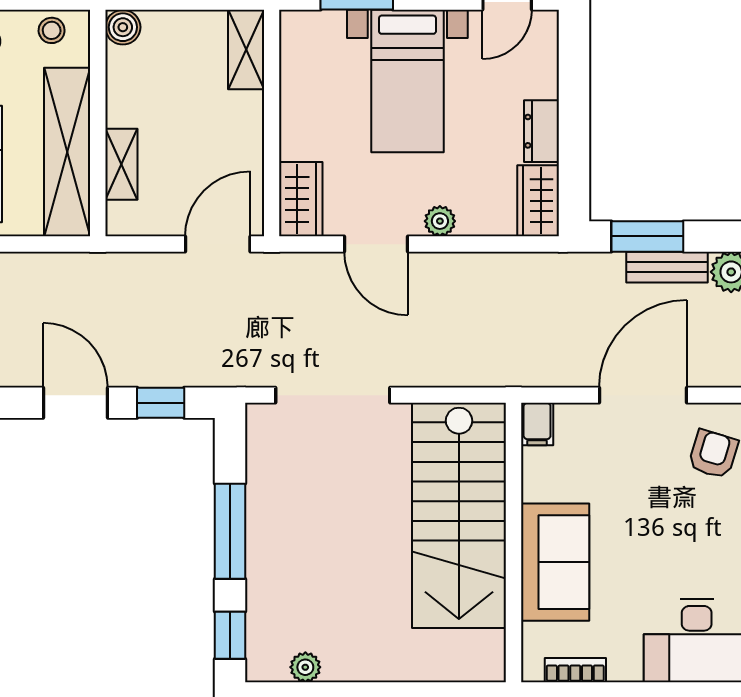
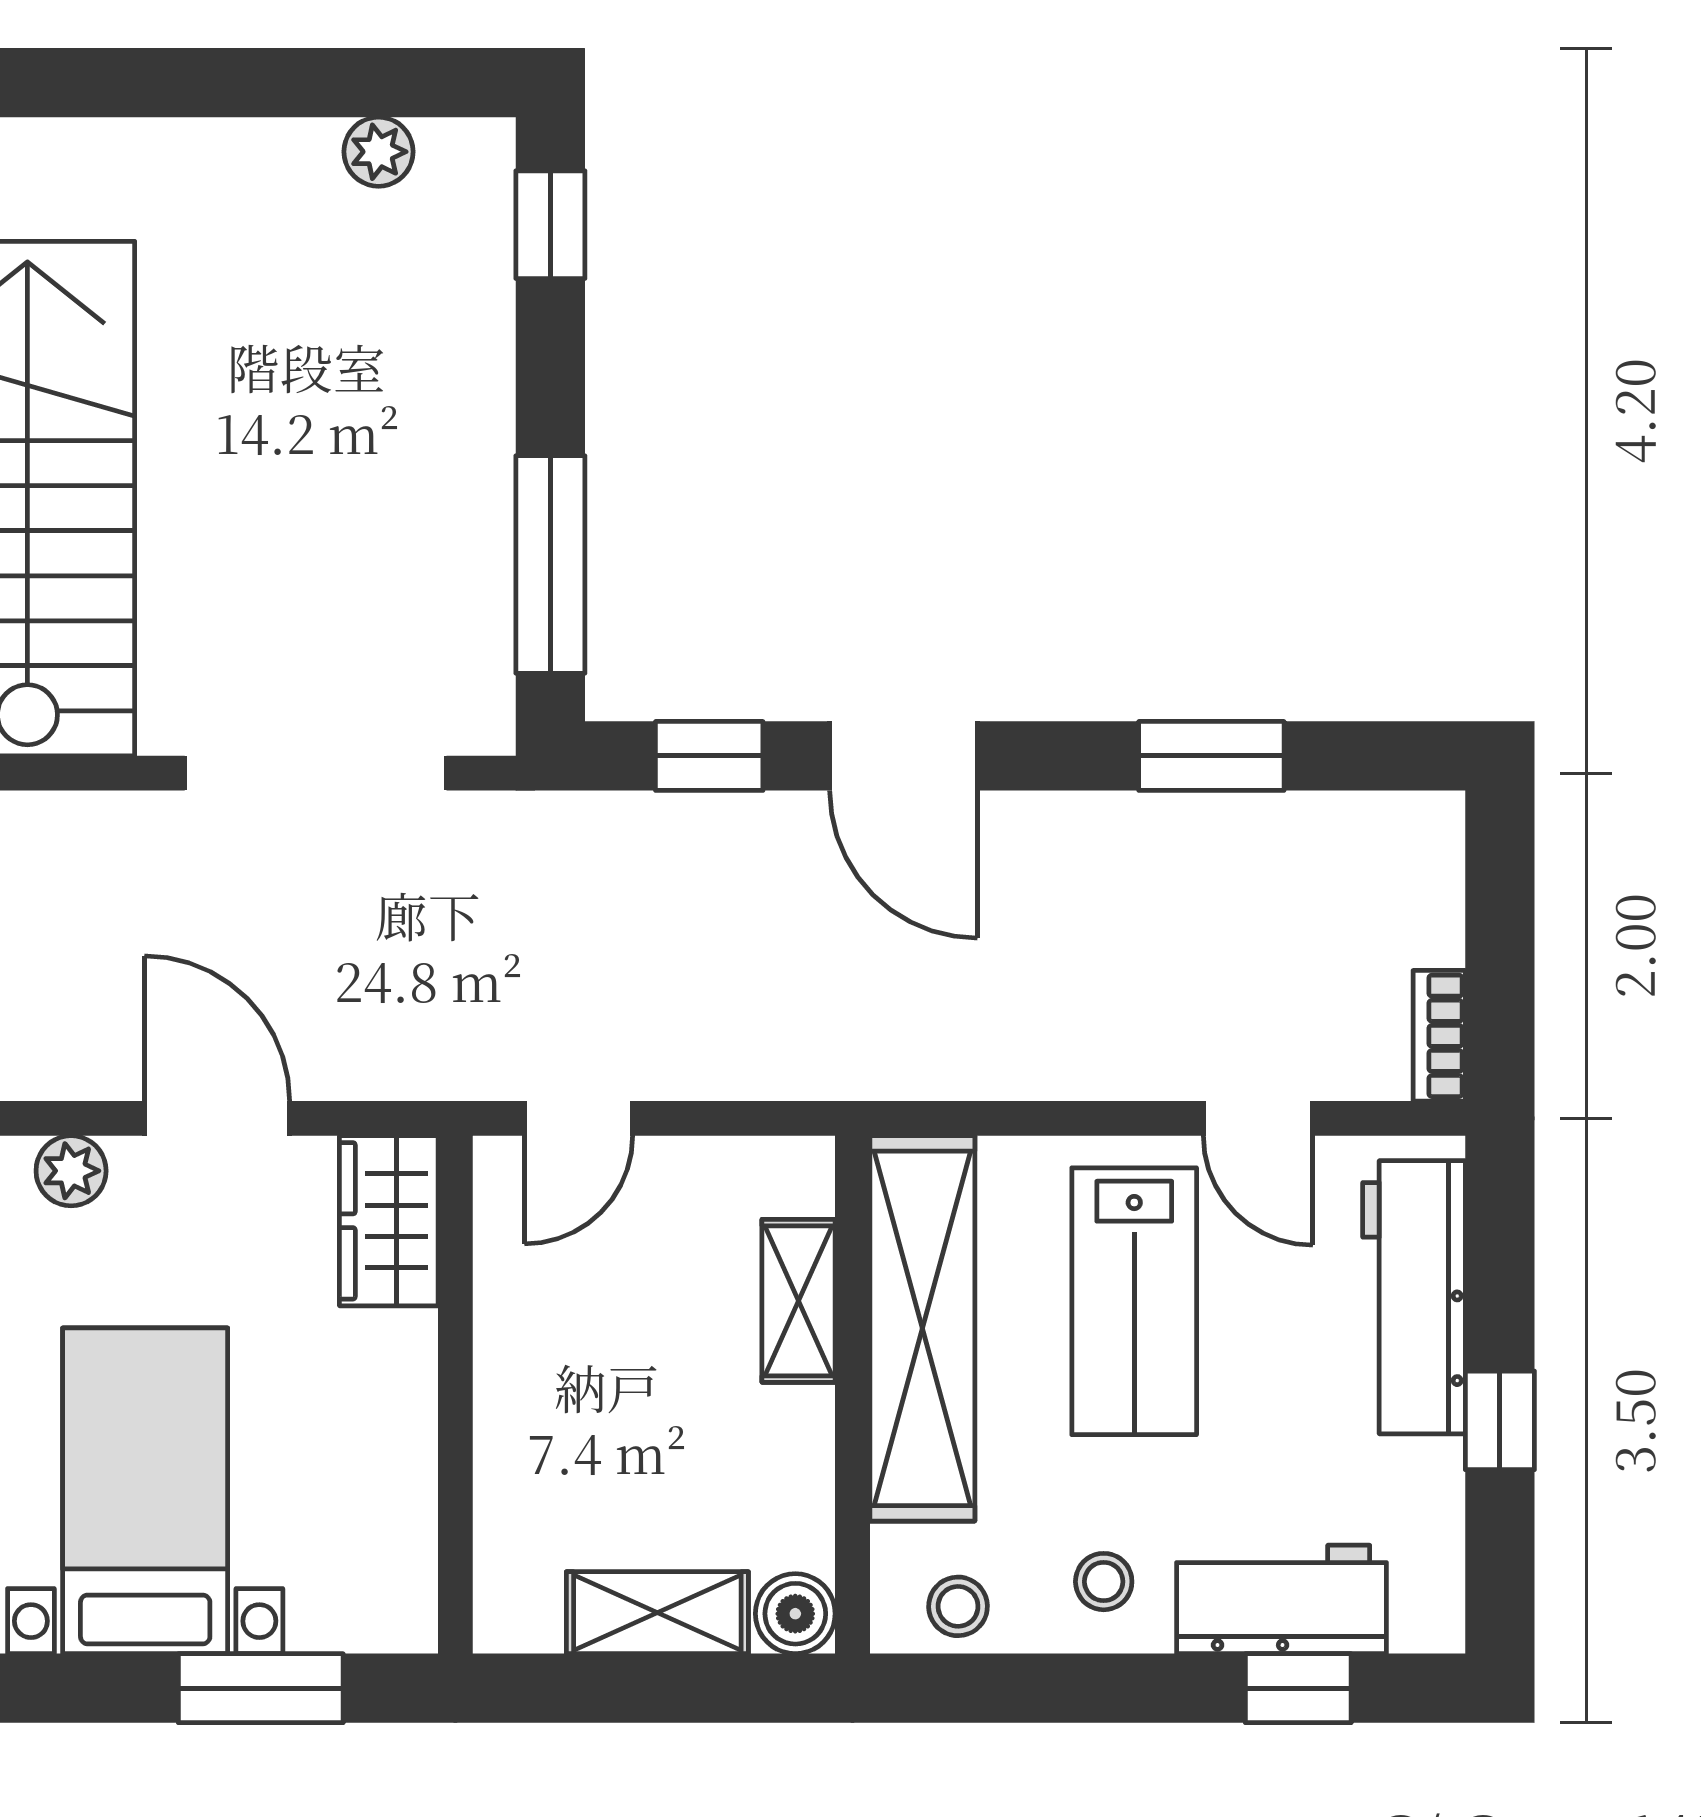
shelving: (246, 50) -> (657, 1613), moved, turned 90
door: (218, 244) -> (579, 1118), width x0.73
window: (230, 531) -> (550, 565), moved

